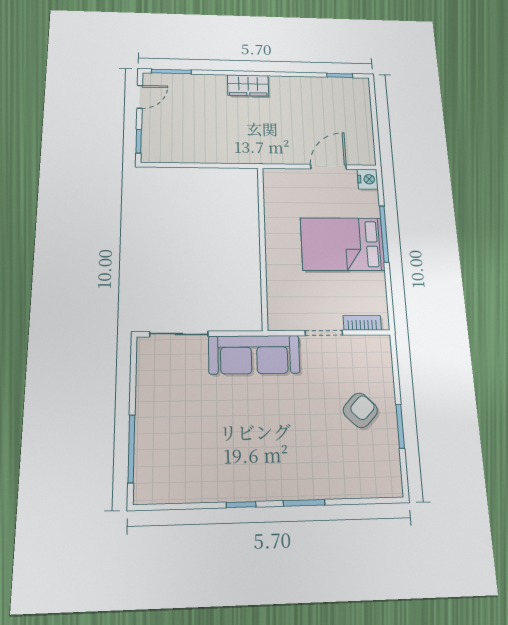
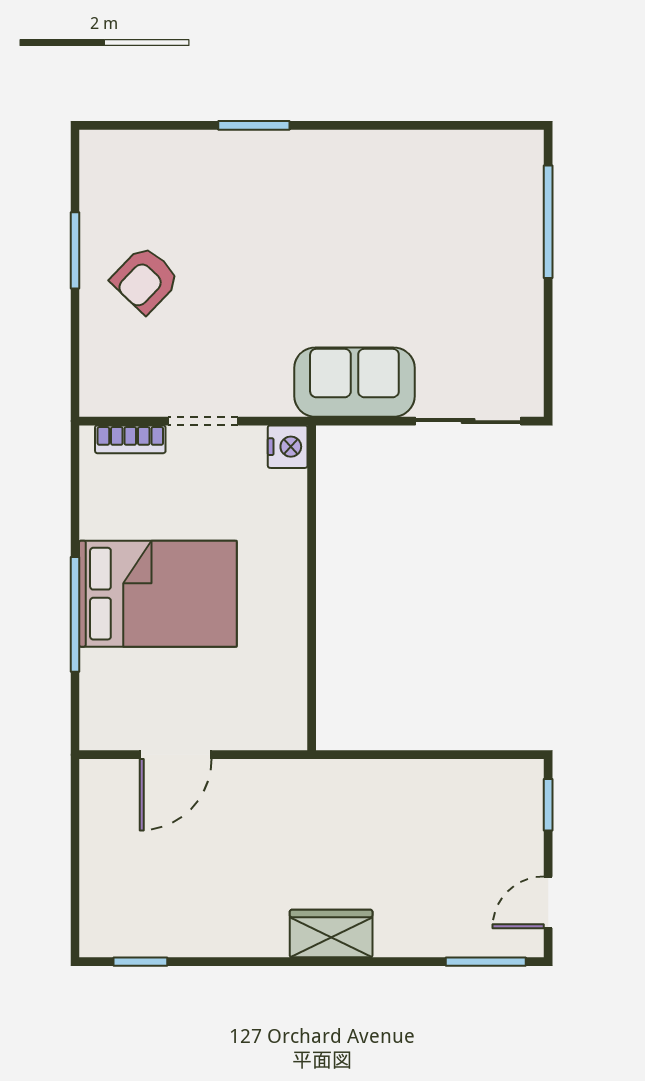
nightstand: (368, 179) -> (288, 447), moved, turned 180
sofa: (254, 355) -> (354, 382), width x0.73
window: (241, 505) -> (362, 125), removed

